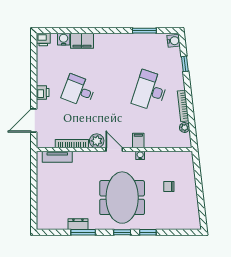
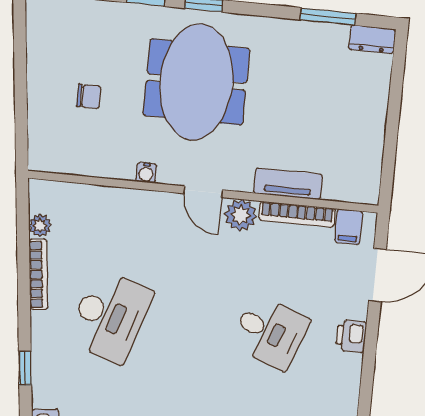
filing cabinet: (138, 141) -> (349, 227), moved
tv unit: (57, 157) -> (288, 184), moved
dresser: (78, 224) -> (372, 39), moved
window: (83, 232) -> (328, 17), moved

